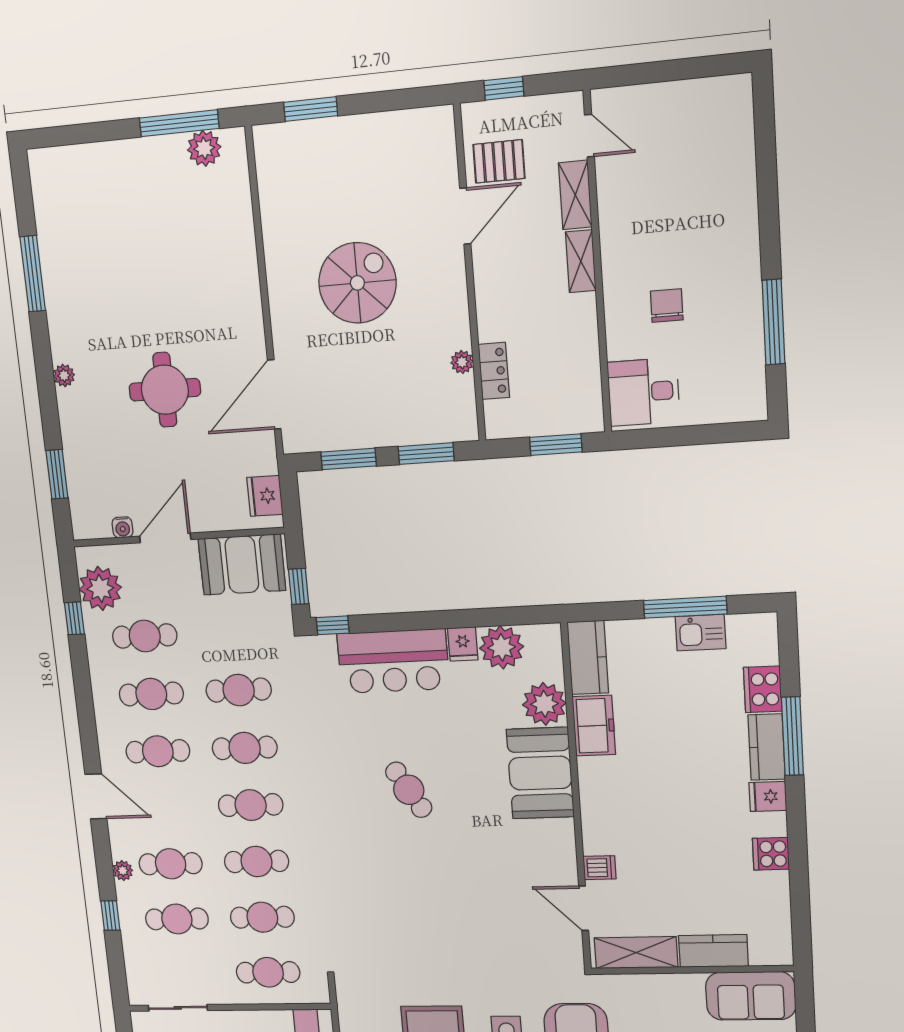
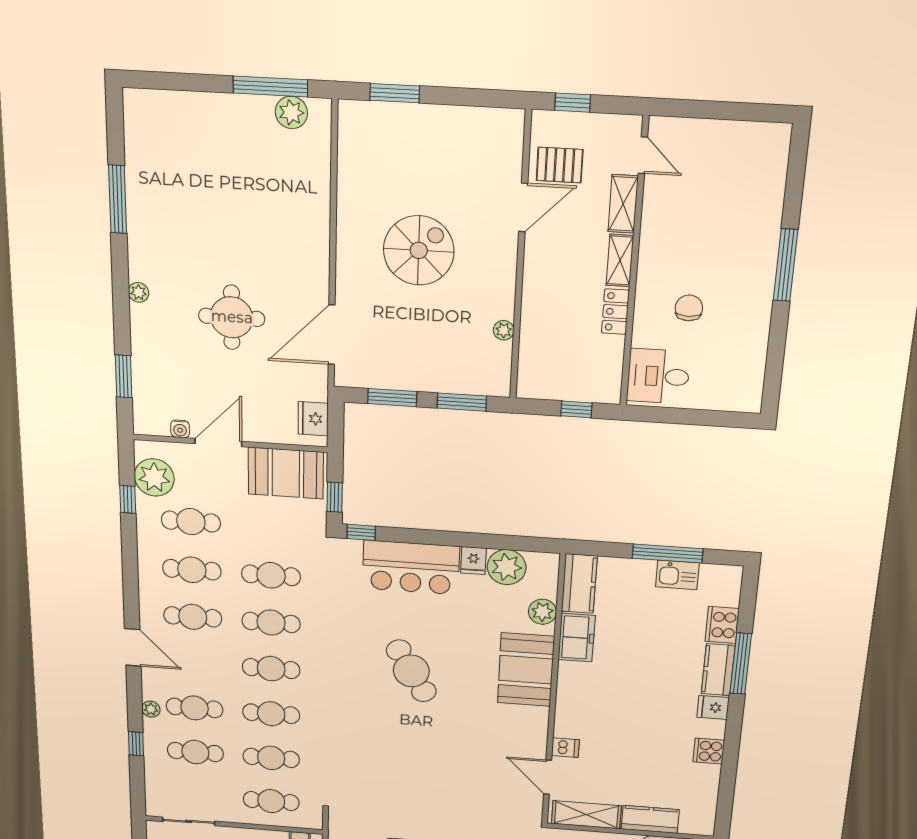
window: (774, 322) -> (786, 265), moved
locker: (494, 371) -> (615, 312), moved, turned 180
window: (556, 445) -> (576, 409), width x0.67
plant: (544, 704) -> (542, 612), width x0.73, depth x0.73
cafe table: (409, 790) -> (411, 671), width x1.37, depth x1.35

